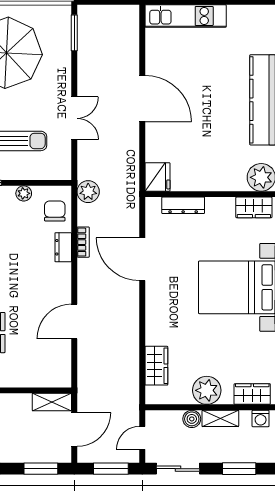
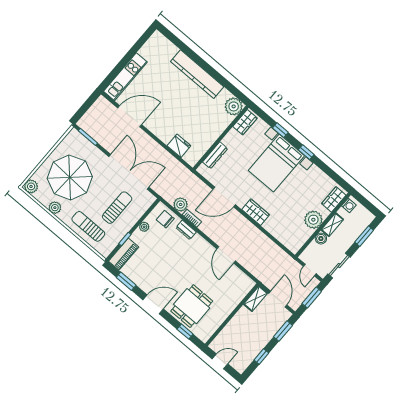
door: (142, 99) -> (130, 116), moved
double door: (74, 118) -> (129, 172), width x1.87
fridge: (157, 177) -> (179, 146), moved
plant: (88, 192) -> (181, 204), moved
wardrobe: (156, 366) -> (256, 212), moved

